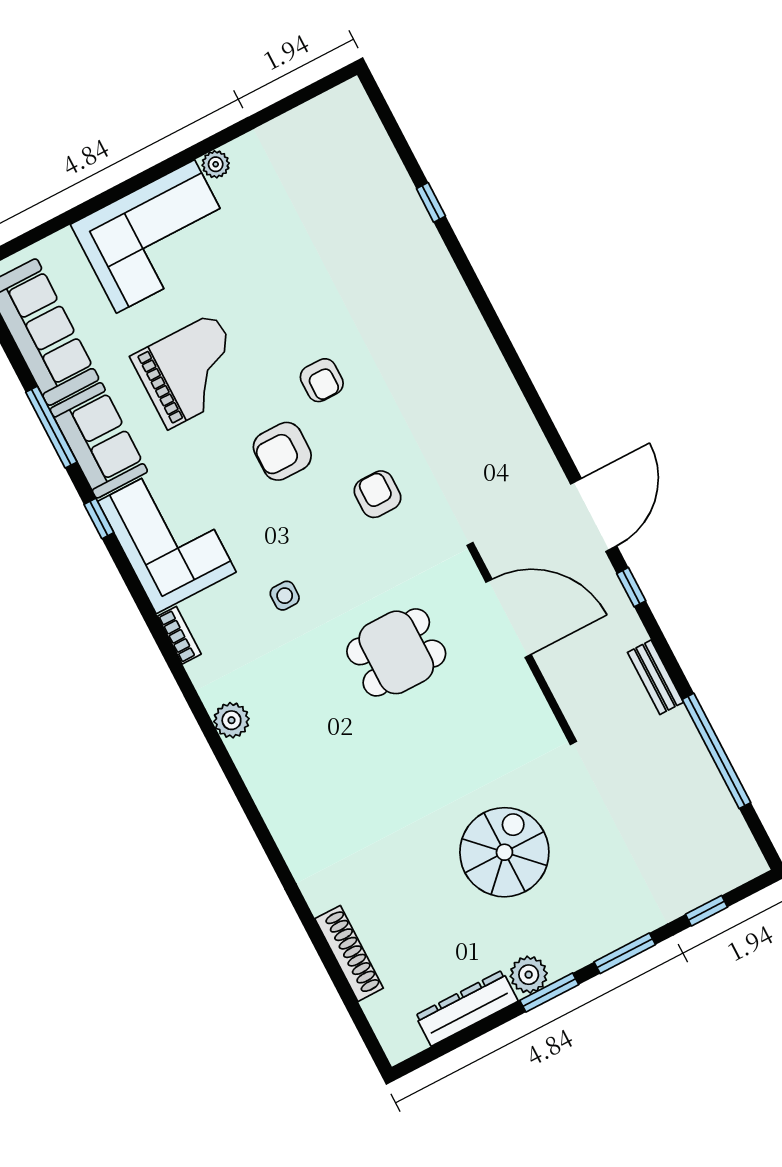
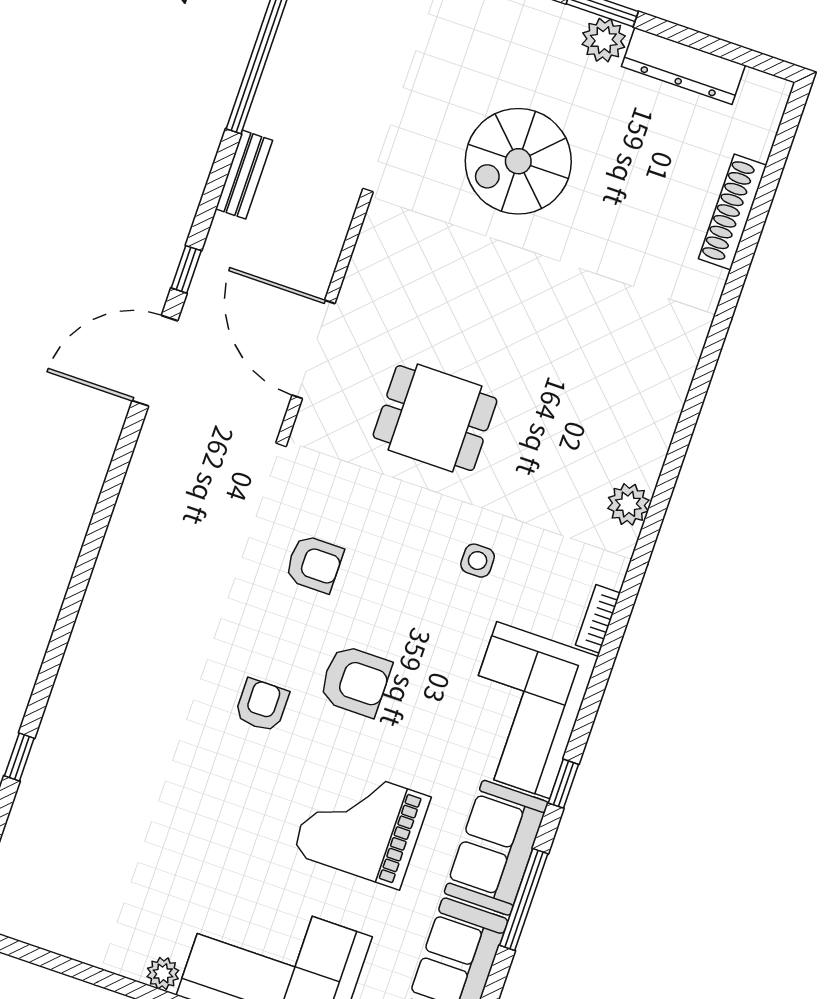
armchair: (378, 494) -> (314, 564), turned -90

